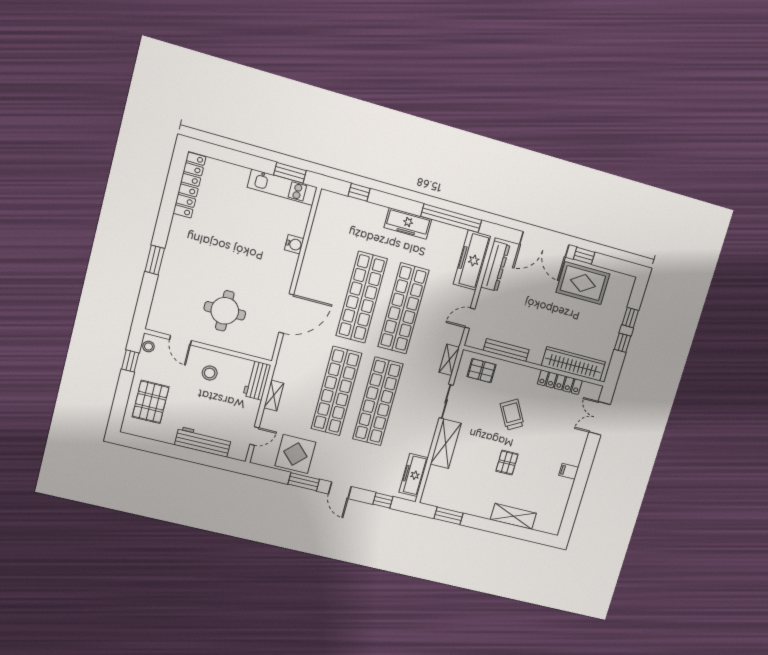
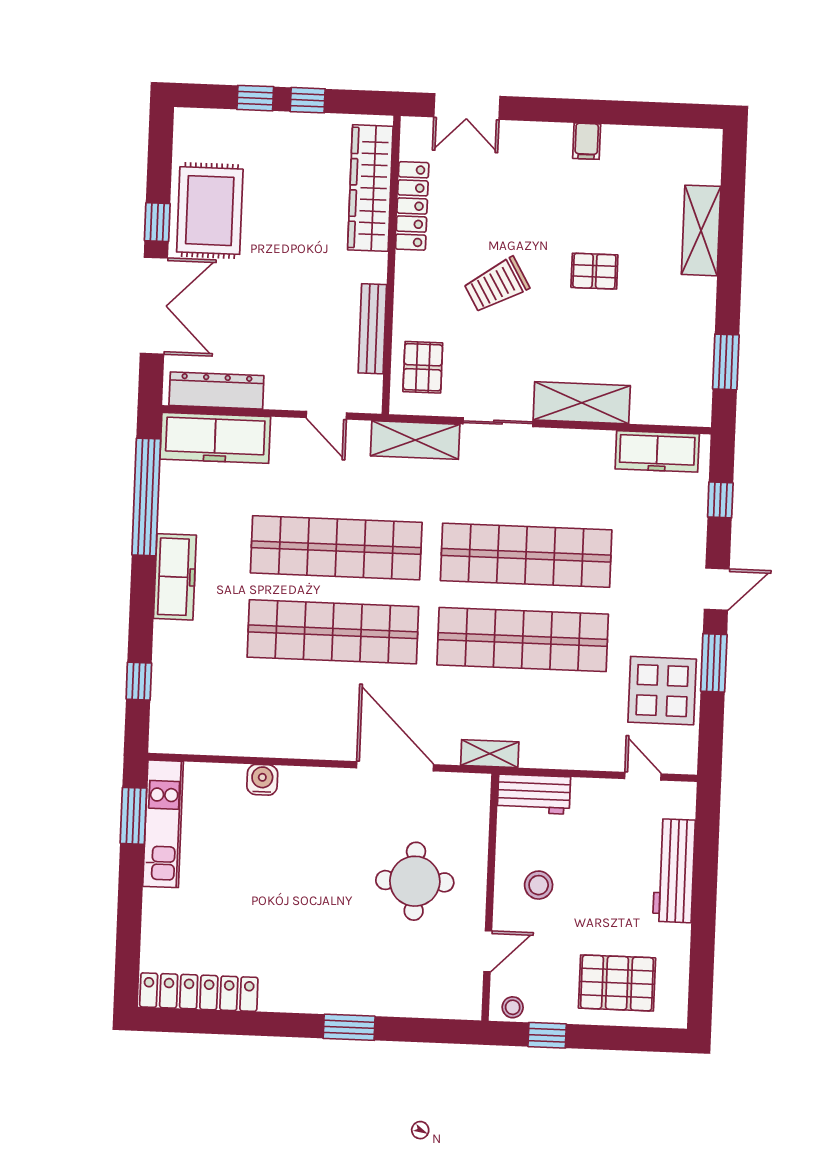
shelving: (449, 360) -> (415, 440), width x1.50, depth x1.33
shelving: (274, 396) -> (490, 754), moved

